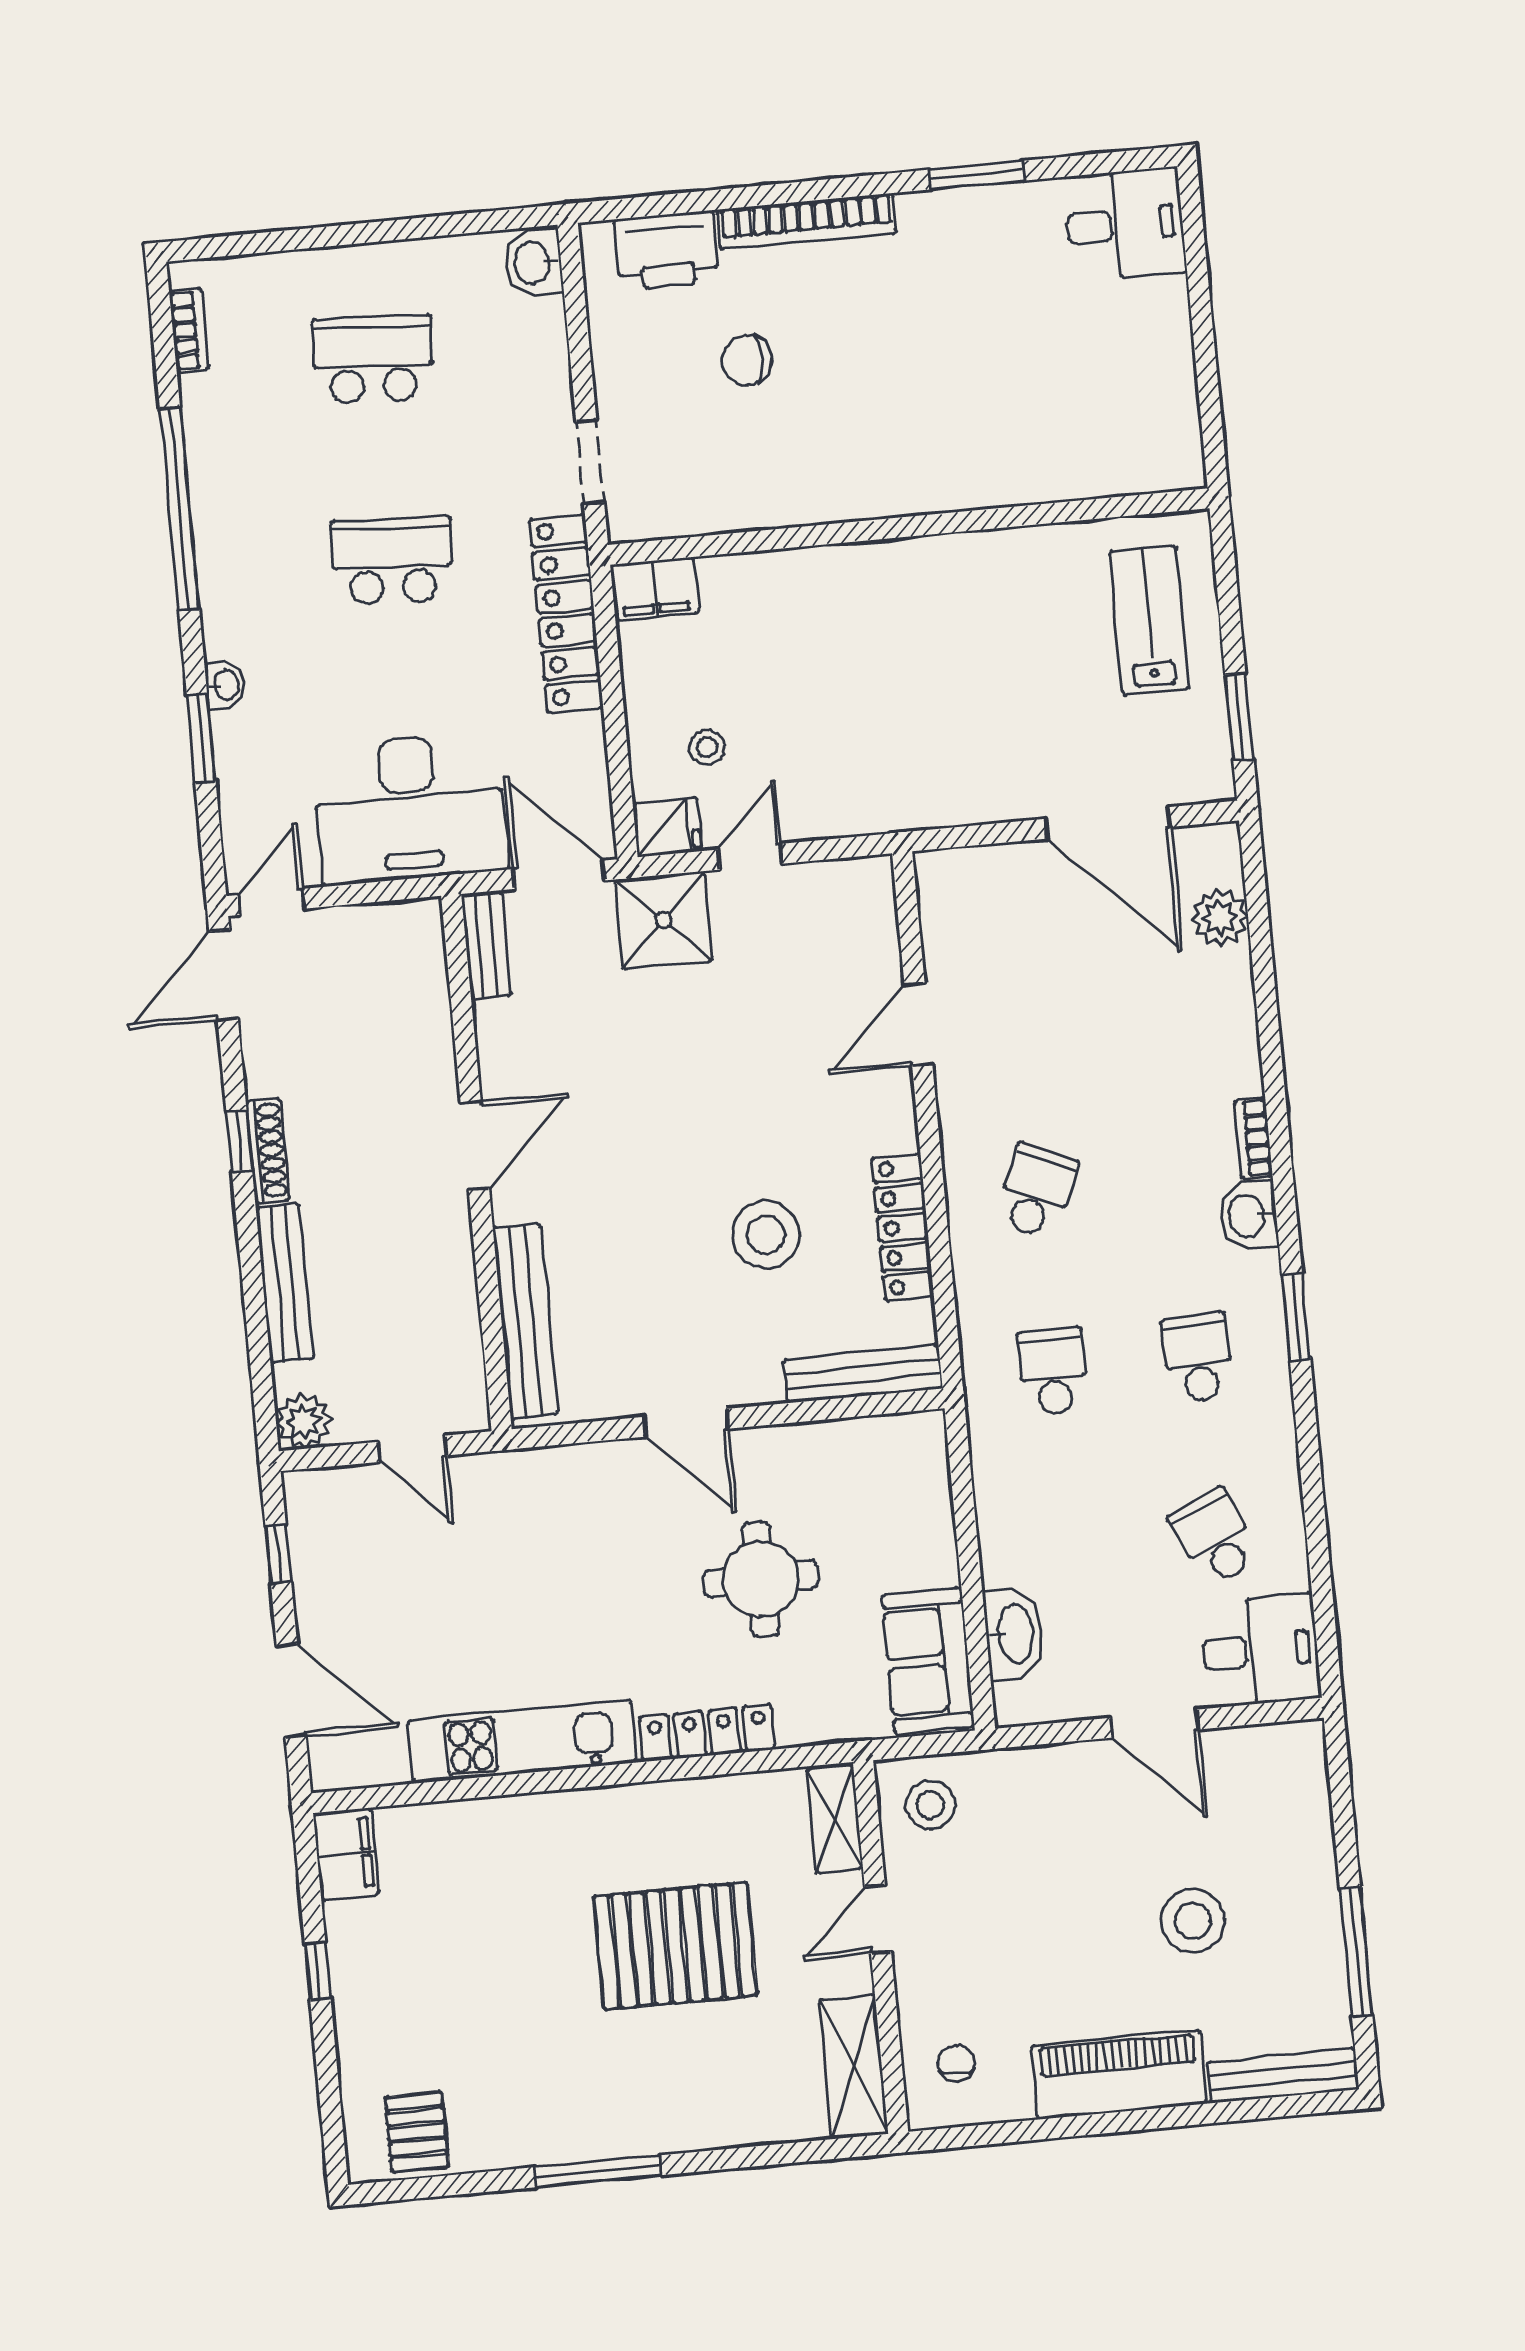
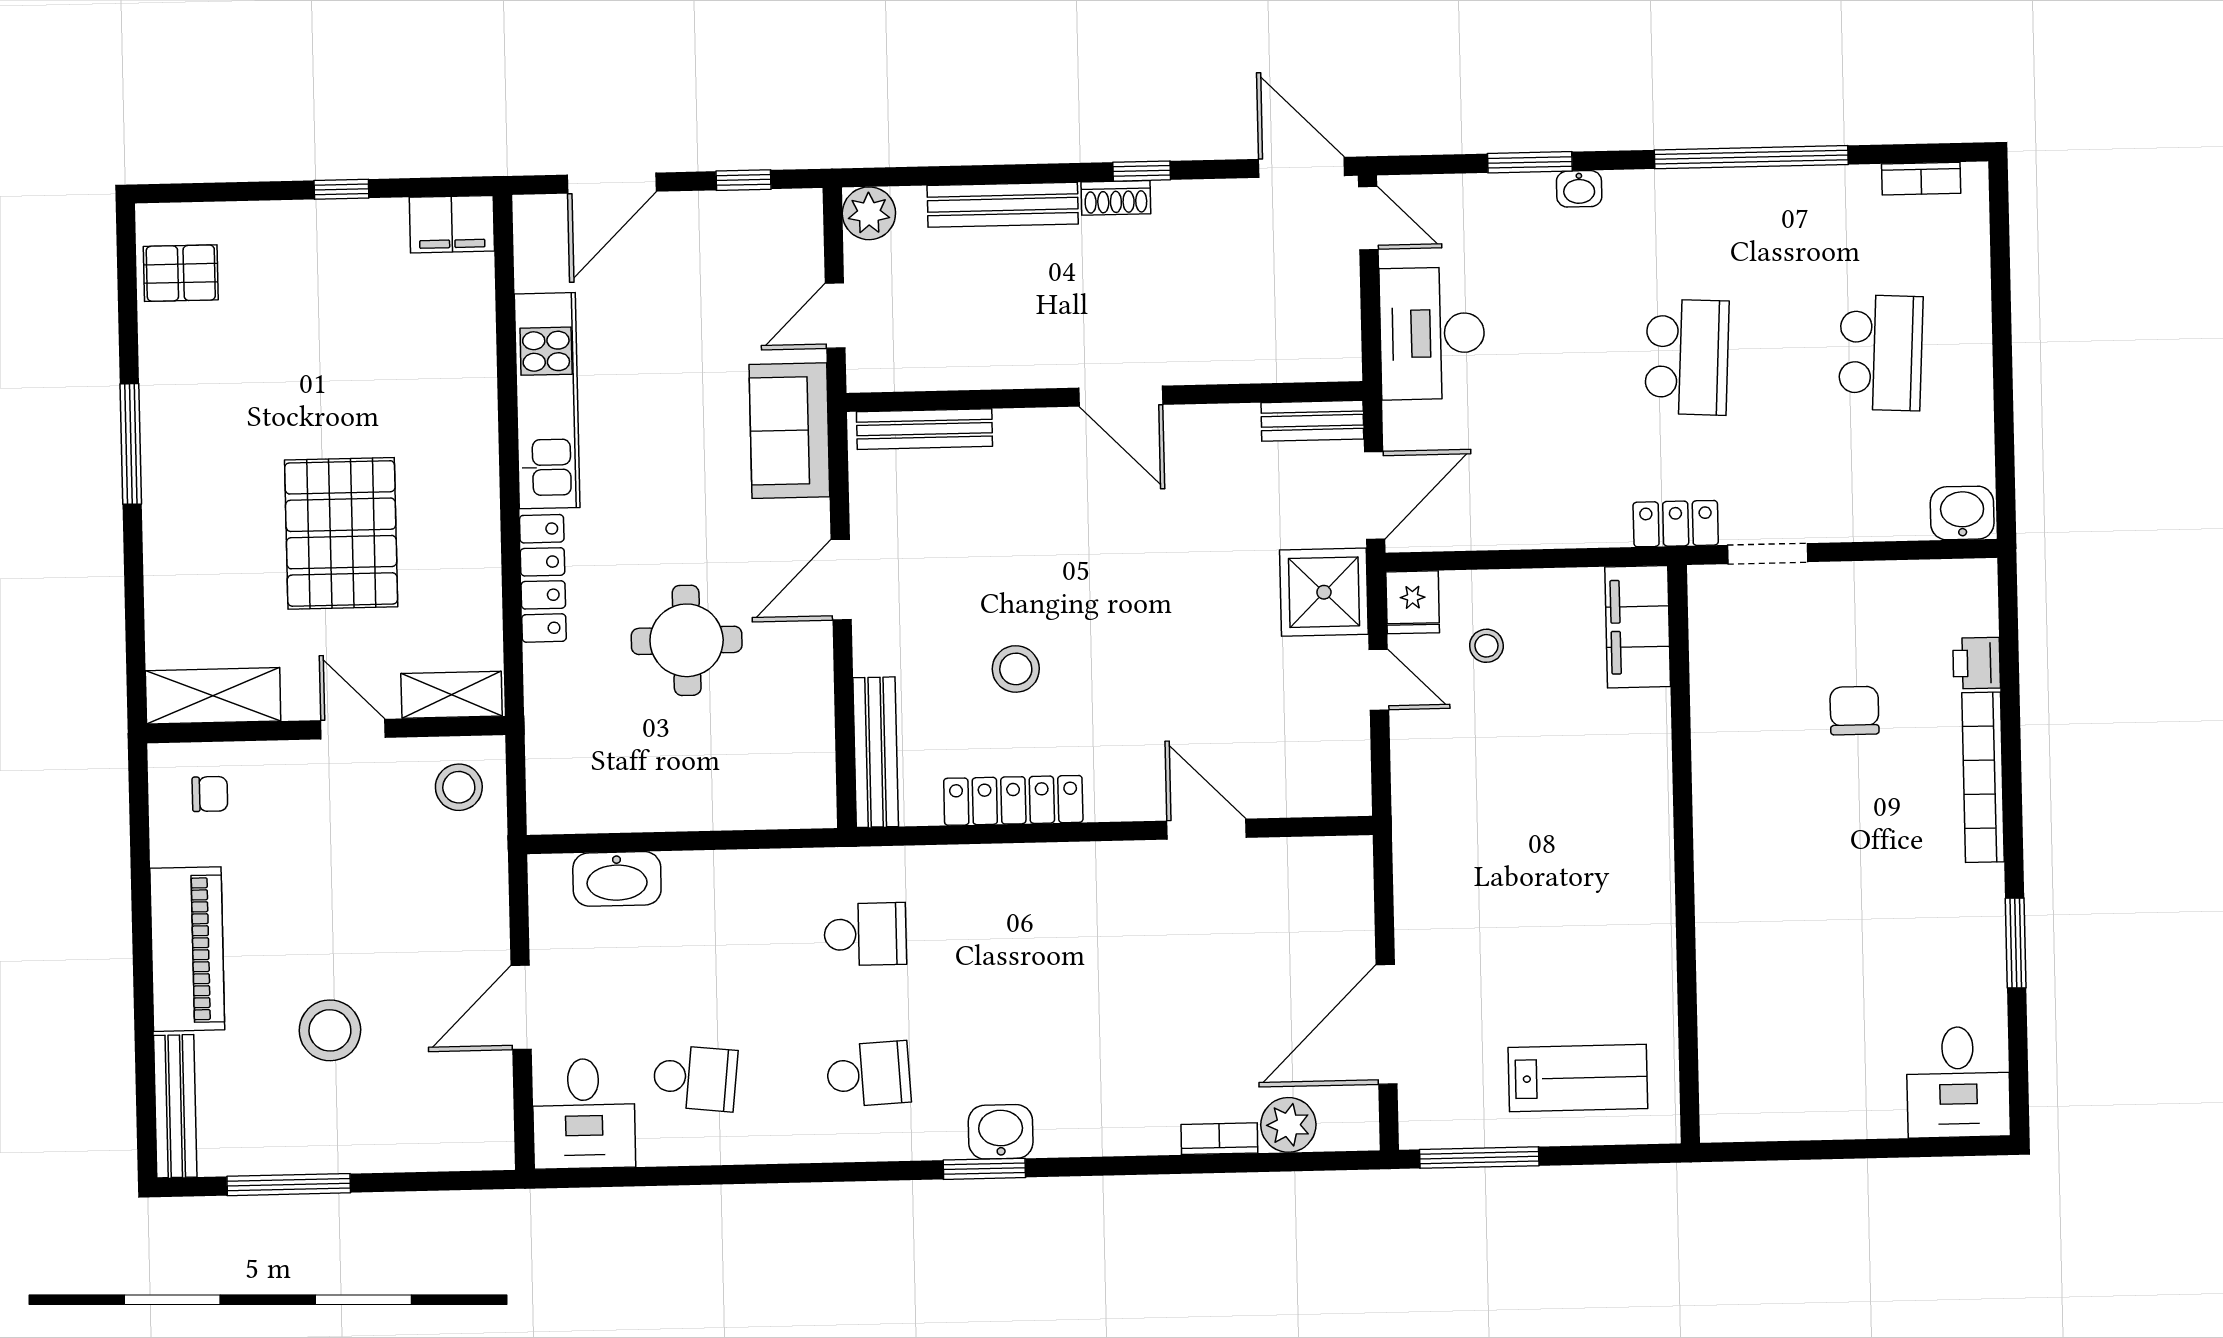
printer: (666, 250) -> (1977, 663), width x0.53, depth x0.68
filing cabinet: (654, 589) -> (1638, 627), width x1.50, depth x1.17
locker: (566, 614) -> (1676, 524), width x0.46, depth x0.83
window: (1239, 717) -> (1479, 1158), width x1.44
desk: (410, 808) -> (1432, 333), width x0.73, depth x0.77
bookcase: (1253, 1138) -> (1219, 1139), moved
shoe rack: (268, 1151) -> (1116, 198), width x0.70
school desk: (1036, 1191) -> (1039, 930), removed
stool: (766, 1235) -> (1016, 669), width x0.73, depth x0.73
window: (1296, 1317) -> (984, 1169), moved
bench: (525, 1321) -> (924, 429), width x0.73, depth x0.82
school desk: (1215, 1537) -> (695, 1078), turned 30
sofa: (928, 1661) -> (789, 431), moved, turned -90

